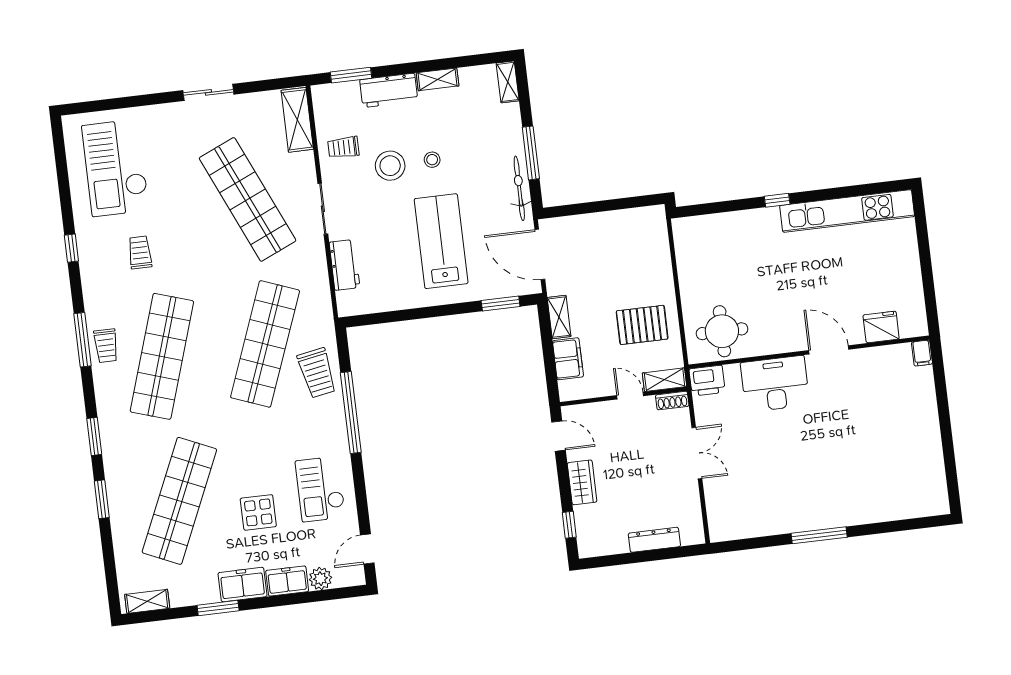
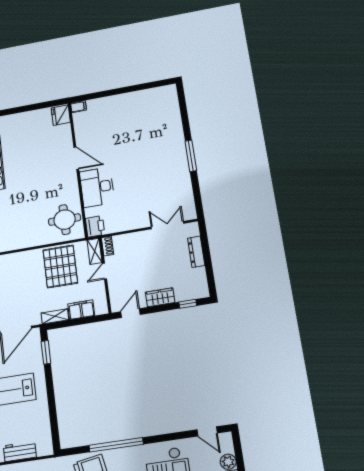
pallet: (642, 325) -> (60, 266), width x1.37, depth x1.41
fridge: (881, 327) -> (61, 115), moved
door: (829, 350) -> (76, 158), swing flipped
double door: (697, 453) -> (167, 225), moved

